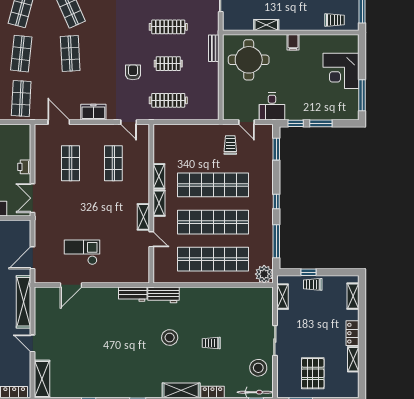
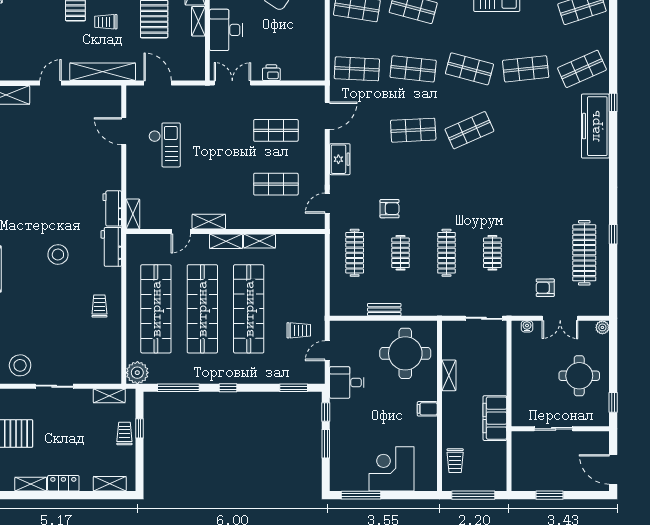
bench: (214, 48) -> (384, 310), moved
shelving: (137, 278) -> (133, 214), added
trolley: (211, 343) -> (99, 306), moved

